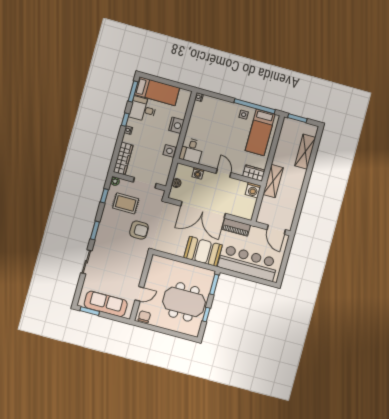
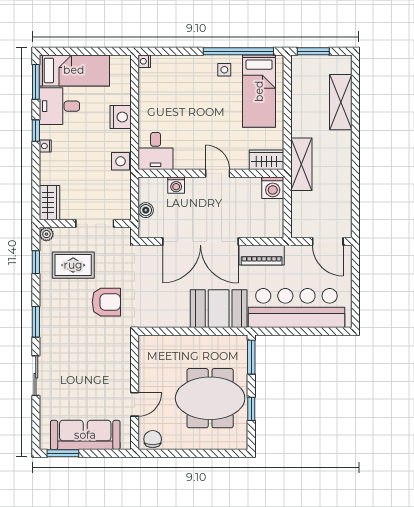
wardrobe: (123, 158) -> (50, 203), width x0.67

